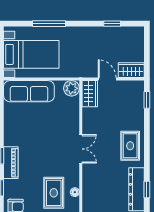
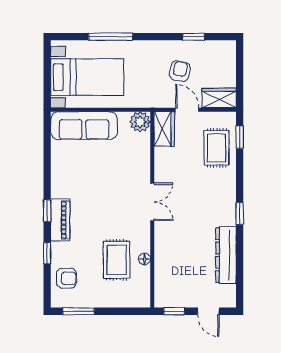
armchair: (102, 50) -> (180, 71), added
rug: (130, 146) -> (217, 148), moved
window: (147, 190) -> (240, 213), moved

